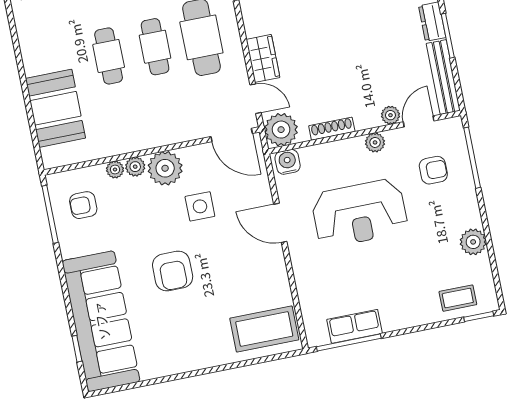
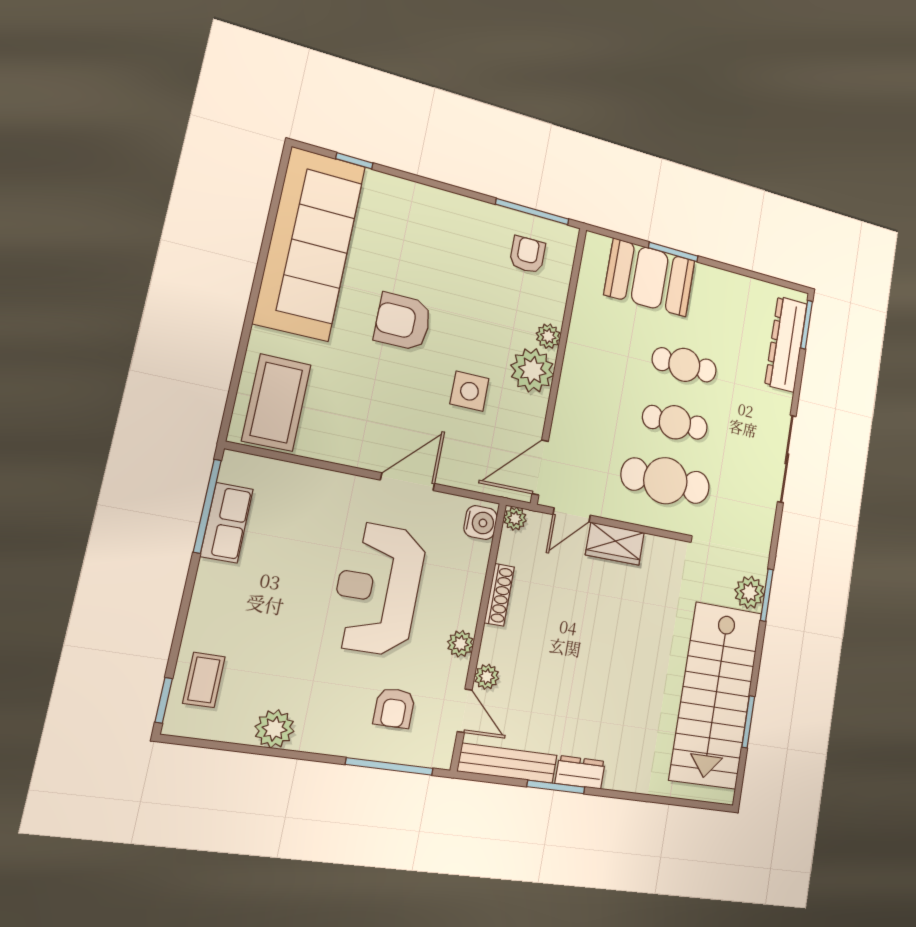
window: (27, 98) -> (673, 252), added
plant: (281, 130) -> (515, 519), width x0.53, depth x0.53
plant: (115, 170) -> (554, 311), removed
sofa: (101, 321) -> (310, 244), moved, turned -90

